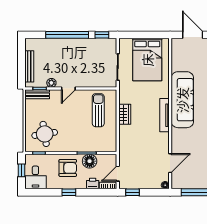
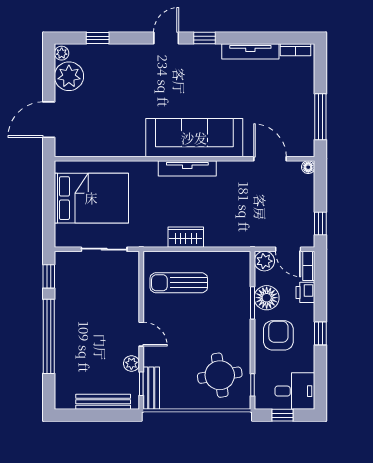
sofa: (182, 100) -> (194, 138), moved
plant: (111, 160) -> (264, 261), added

